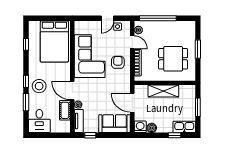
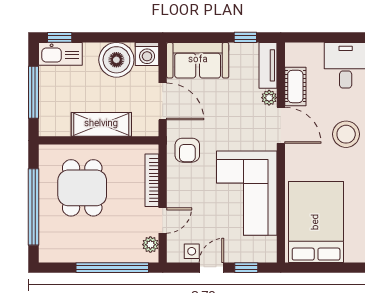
window: (90, 18) -> (246, 268), added
door: (132, 42) -> (163, 221), swing flipped
window: (198, 49) -> (34, 207), width x2.11
dining table: (173, 59) -> (82, 188), turned 90
armchair: (118, 62) -> (187, 150), moved
window: (198, 107) -> (34, 92), width x1.44
boiler: (152, 128) -> (116, 60), width x1.86, depth x1.86
window: (174, 135) -> (60, 37), moved

